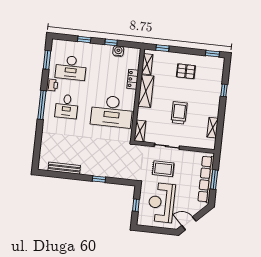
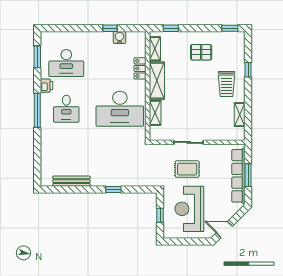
window: (84, 39) -> (78, 28), removed
trolley: (179, 113) -> (227, 84), moved, turned 180
shelving: (140, 131) -> (155, 113), moved

